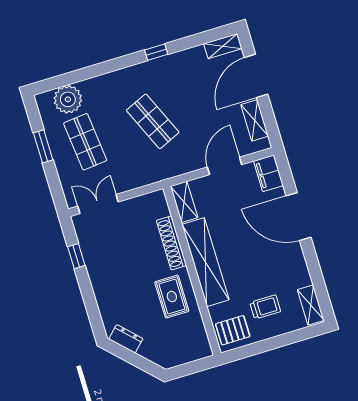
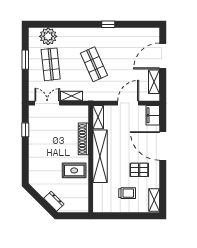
shelving: (223, 46) -> (72, 96), moved
rug: (172, 297) -> (74, 170), turned 90
pallet: (233, 330) -> (139, 170), moved
dresser: (126, 339) -> (54, 201), moved

